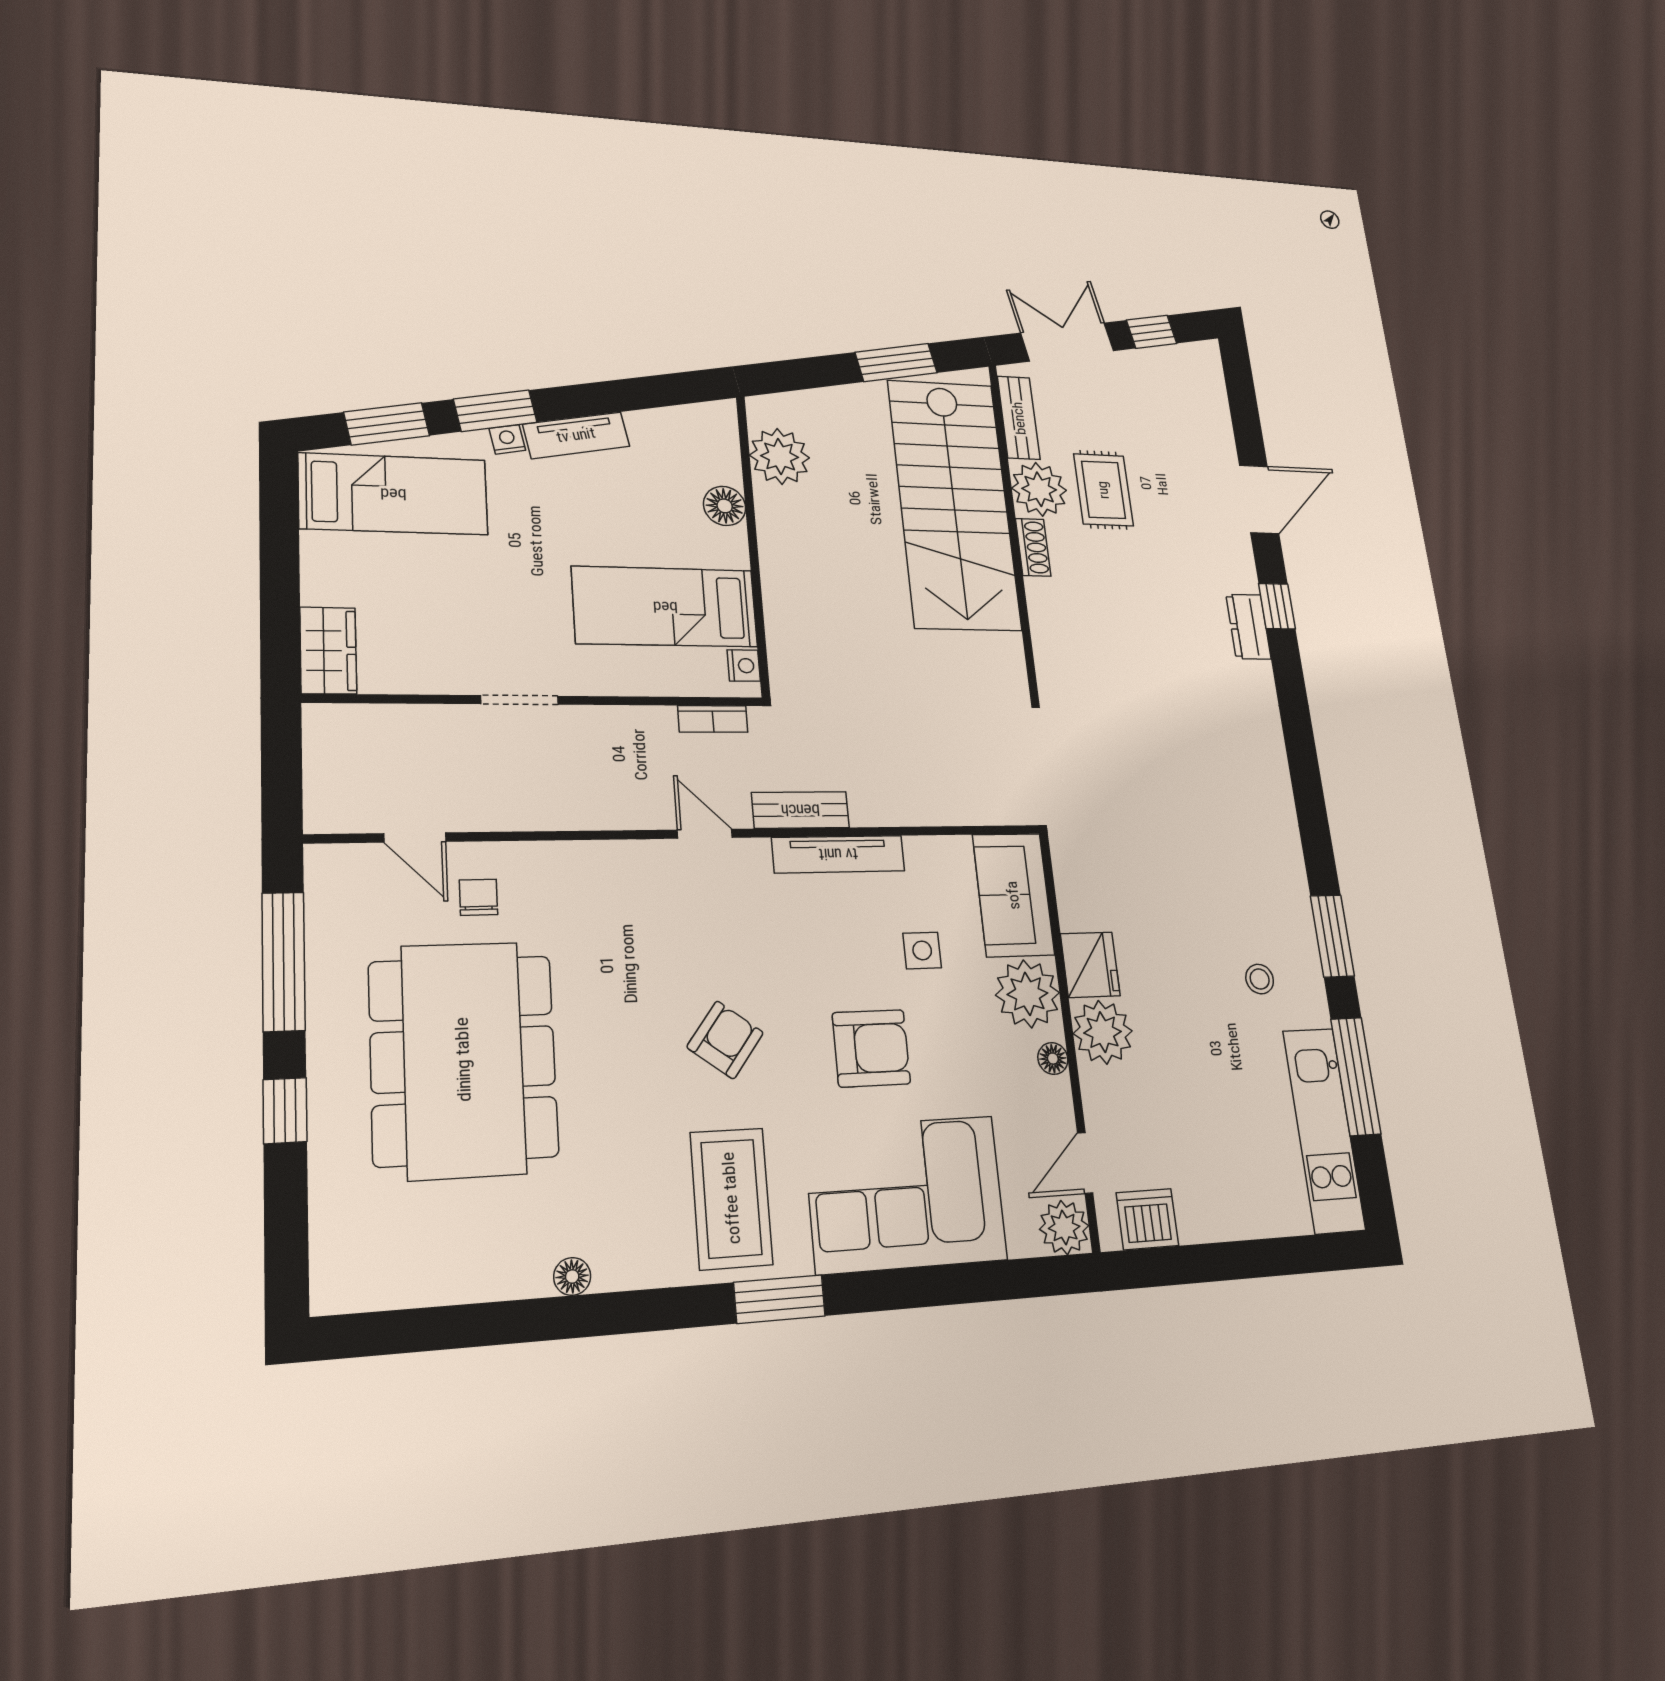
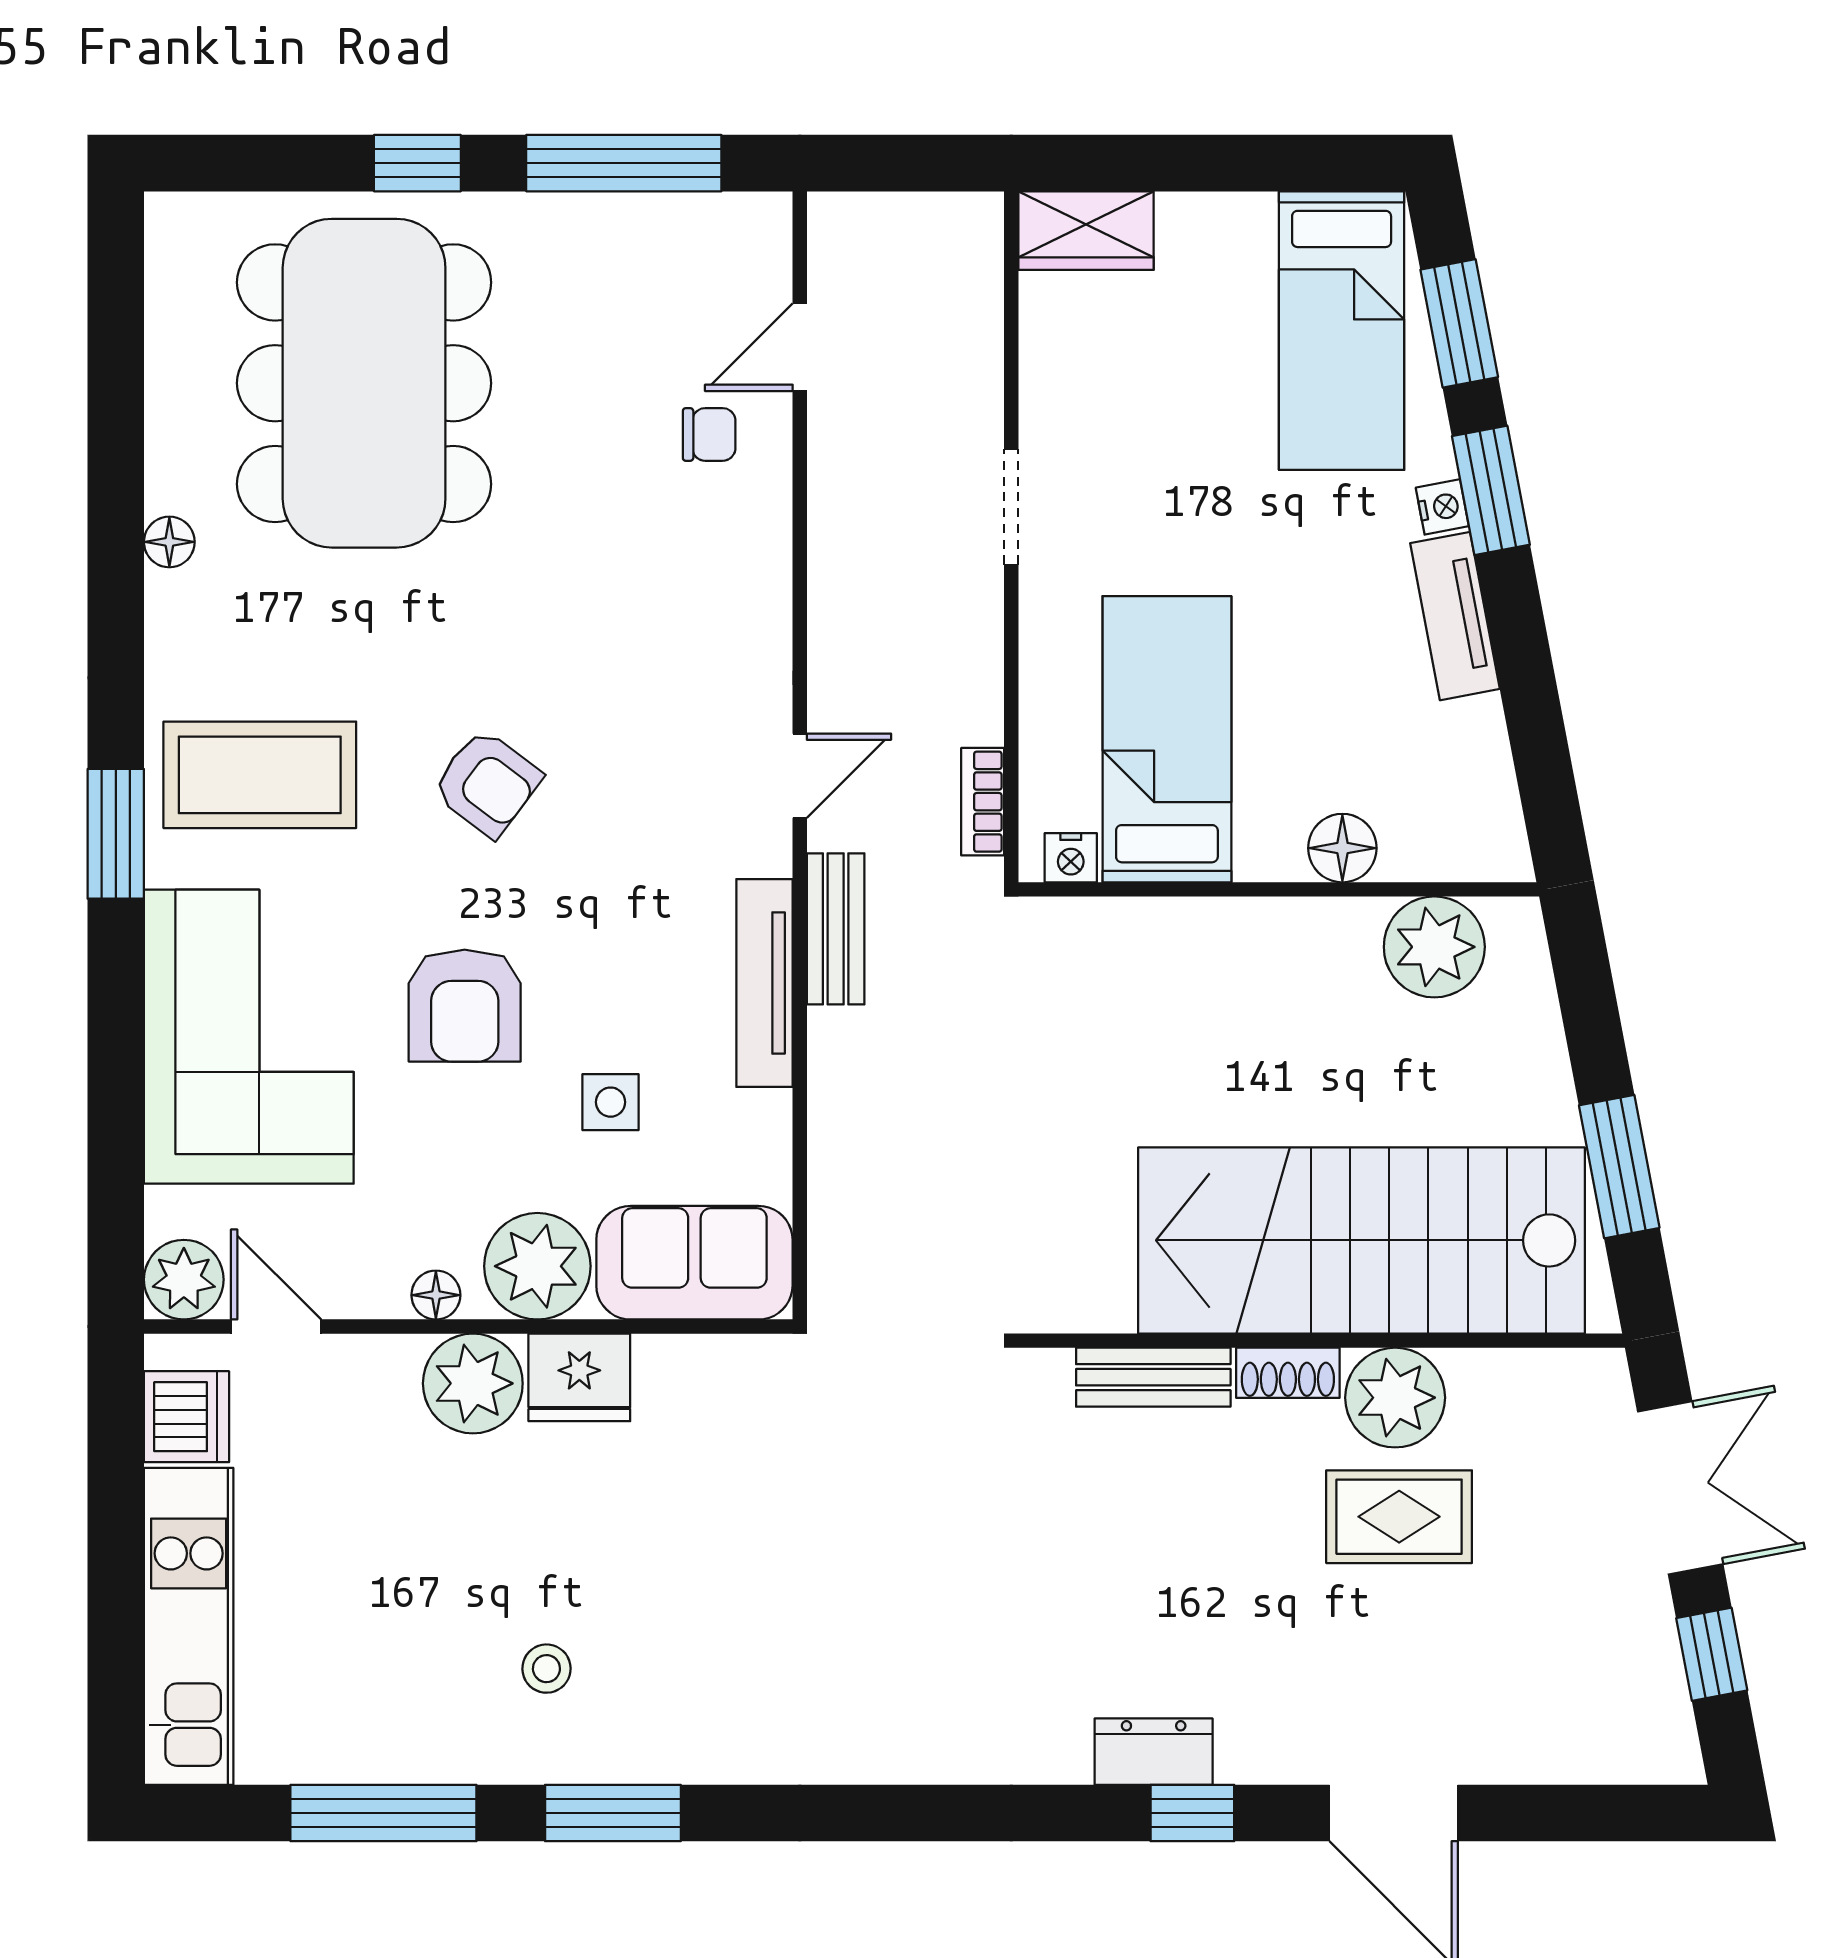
bench: (1019, 418) -> (1153, 1377), moved
dining table: (463, 1059) -> (364, 383), moved, turned 90
kitchen unit: (1324, 1130) -> (189, 1626), moved, turned 90

